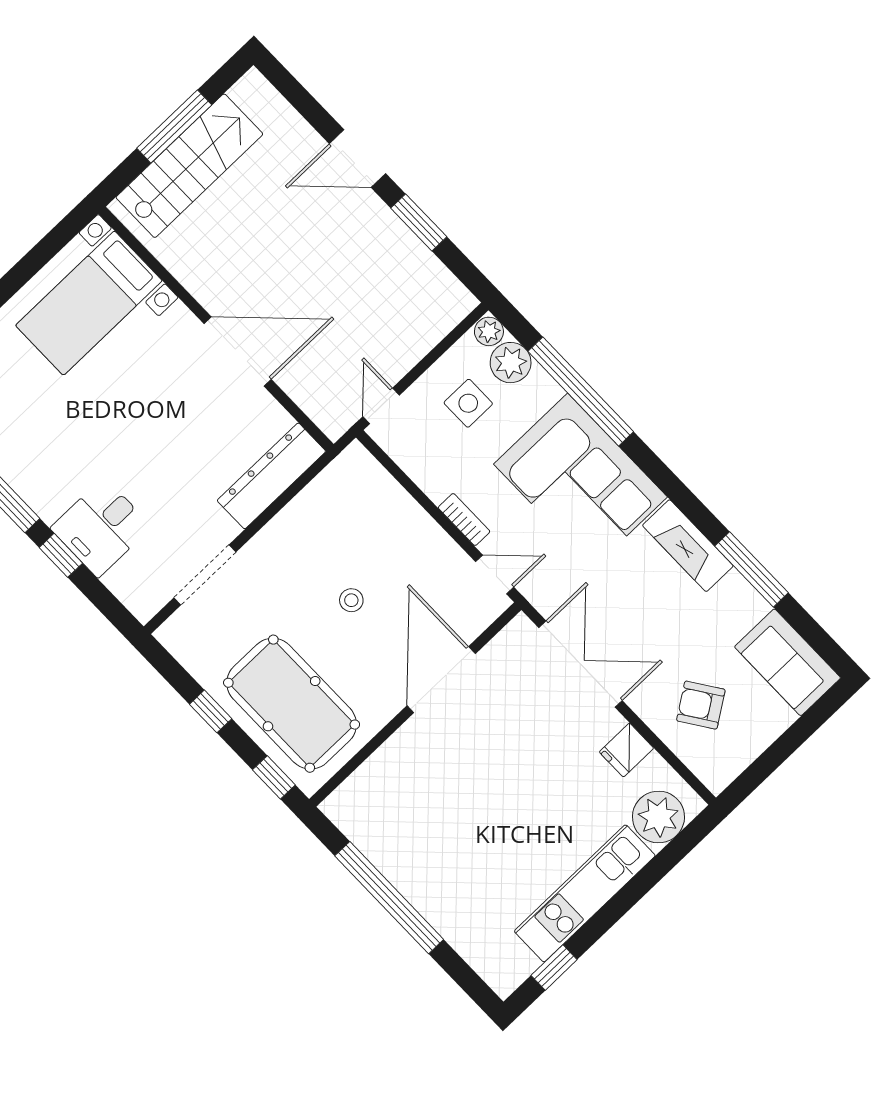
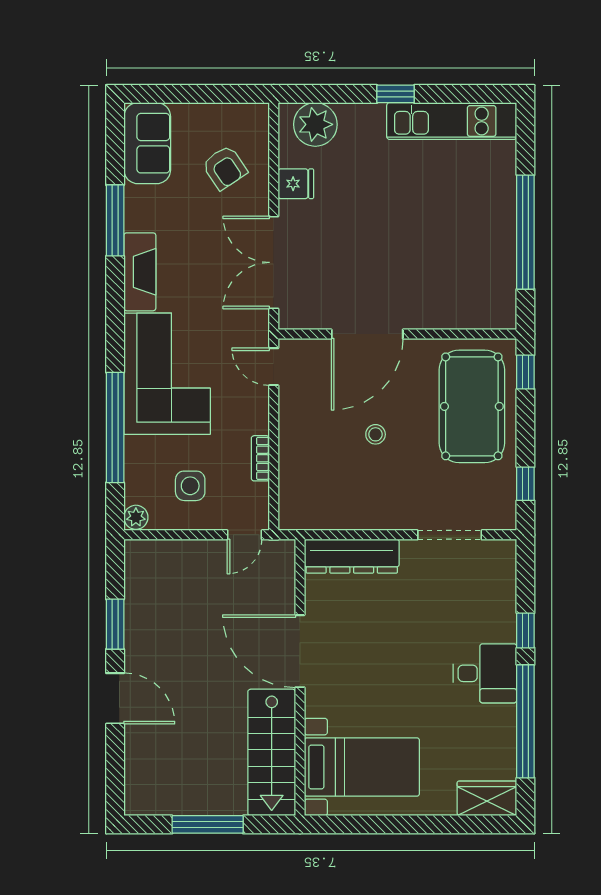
stairs: (189, 166) -> (272, 752), moved, turned -90
plant: (511, 363) -> (141, 486), removed
bookcase: (464, 519) -> (260, 458), moved
desk: (101, 527) -> (485, 673), moved
window: (211, 711) -> (525, 484), moved
kitchen unit: (585, 893) -> (452, 121), moved
window: (554, 967) -> (396, 94), moved

